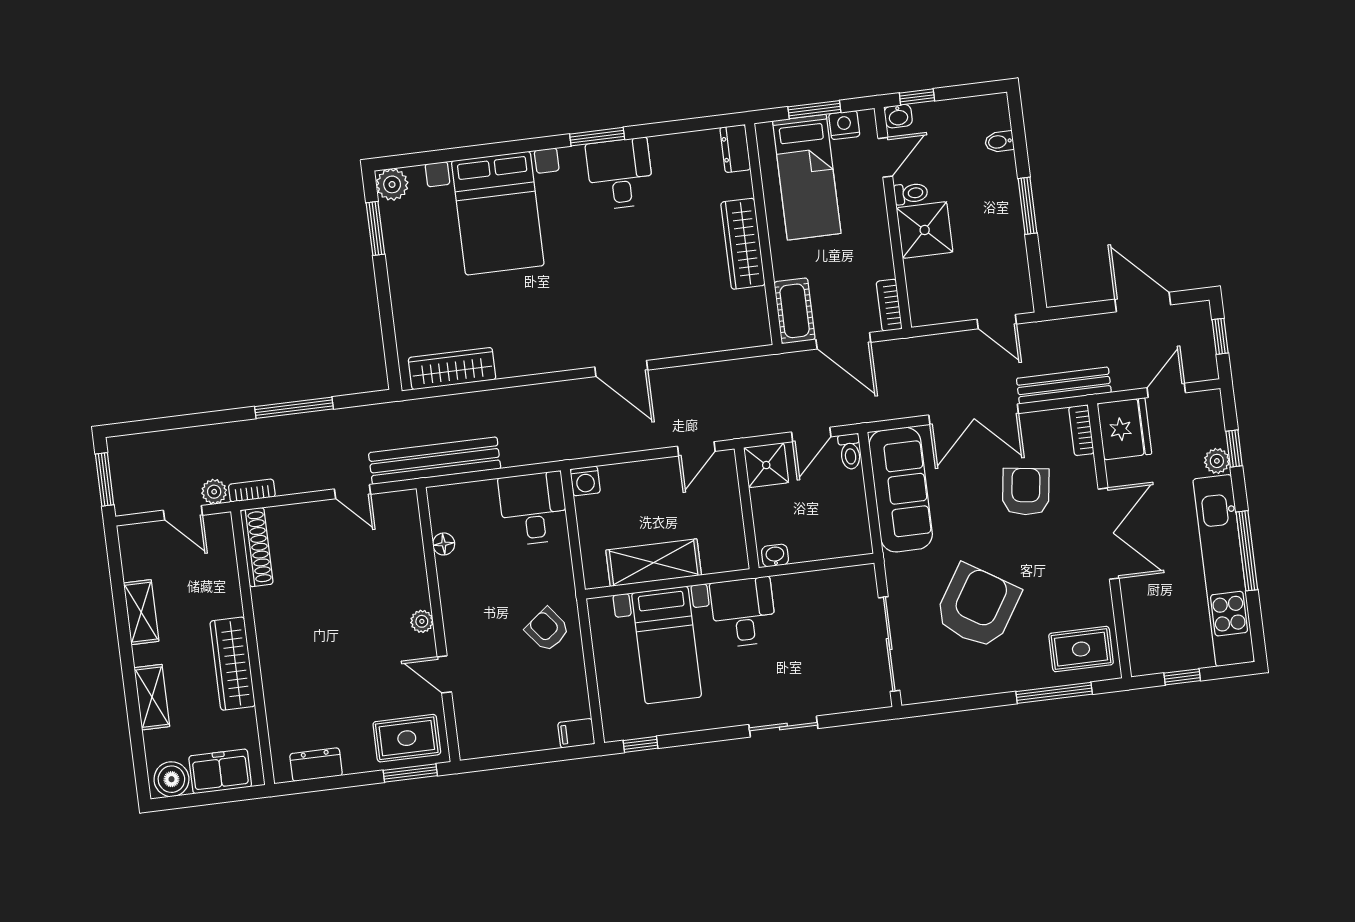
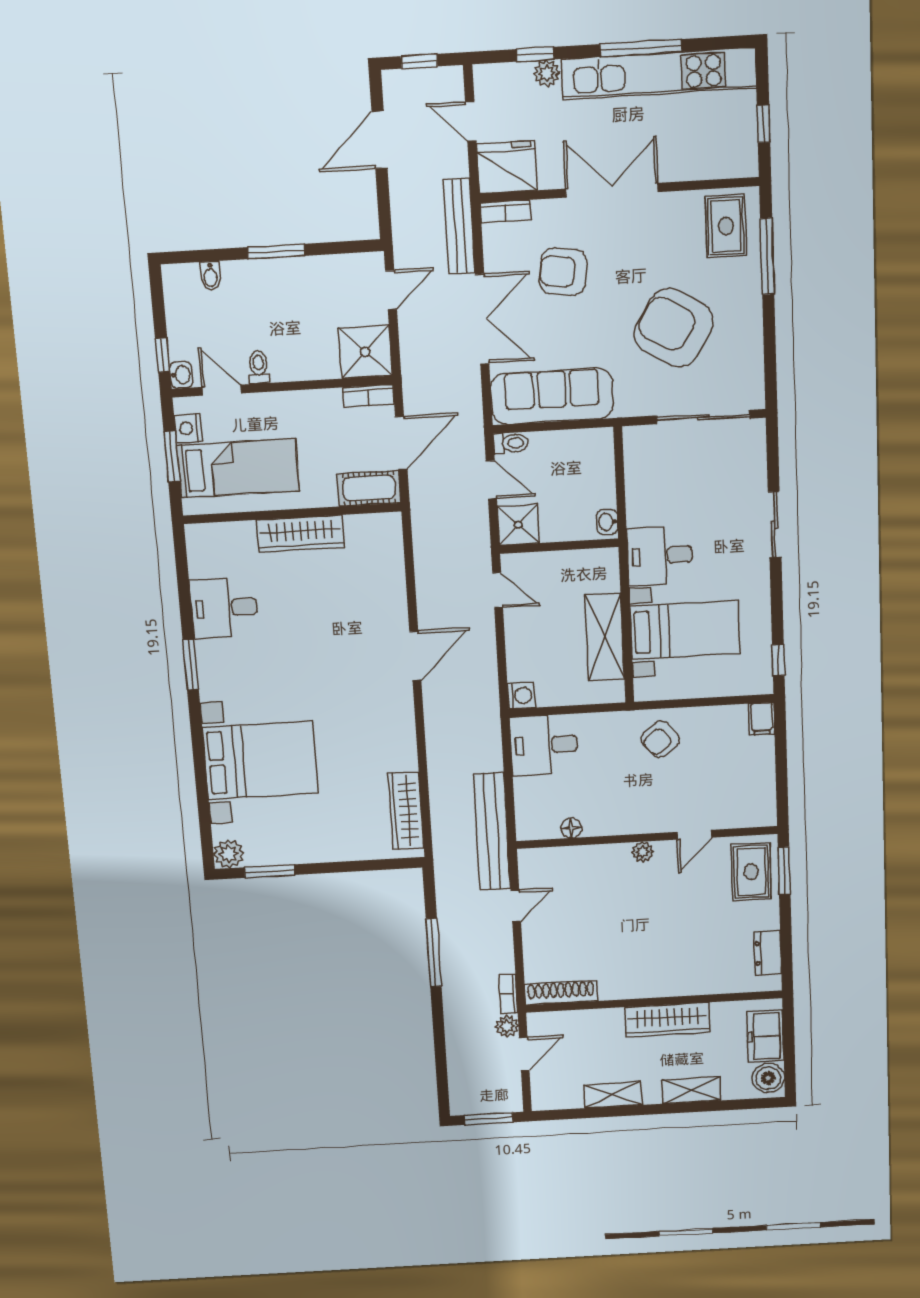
dresser: (735, 149) -> (207, 535), removed
desk: (620, 174) -> (224, 608), moved
shower: (925, 230) -> (365, 352), moved

